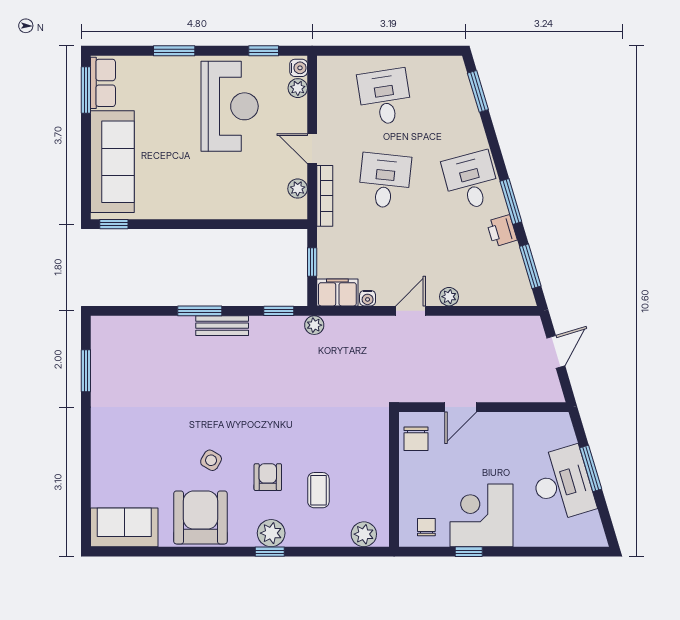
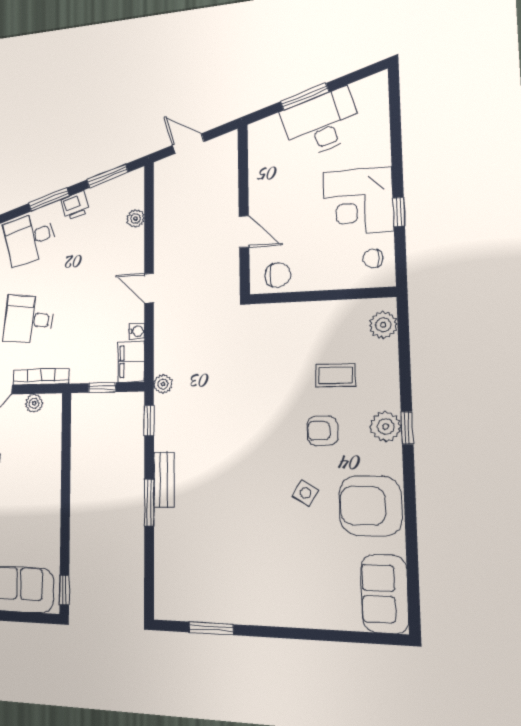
plant: (449, 297) -> (136, 218), moved

